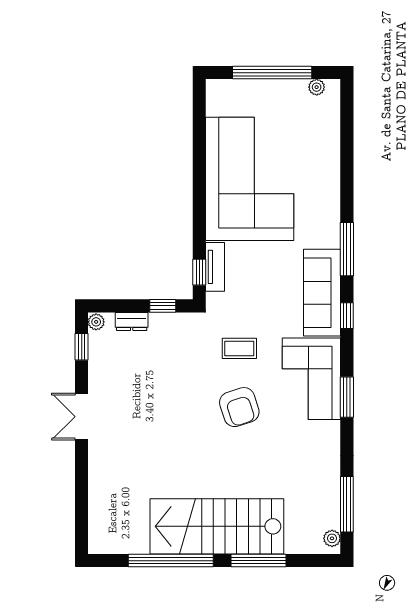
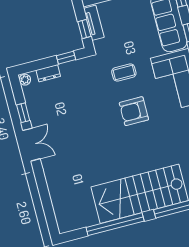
window: (82, 347) -> (23, 113), moved
armchair: (239, 407) -> (134, 111), turned 108
double door: (82, 417) -> (31, 145), swing flipped

